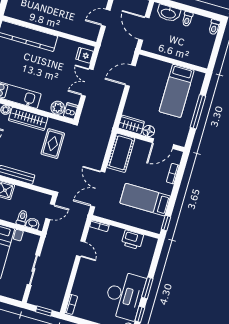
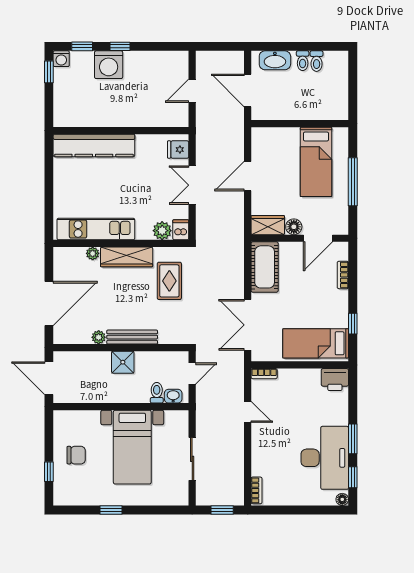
toilet: (214, 27) -> (317, 61), moved
door: (130, 76) -> (248, 176), moved
bed: (145, 200) -> (316, 343), moved
window: (166, 223) -> (353, 324), moved
printer: (132, 240) -> (335, 380), moved

